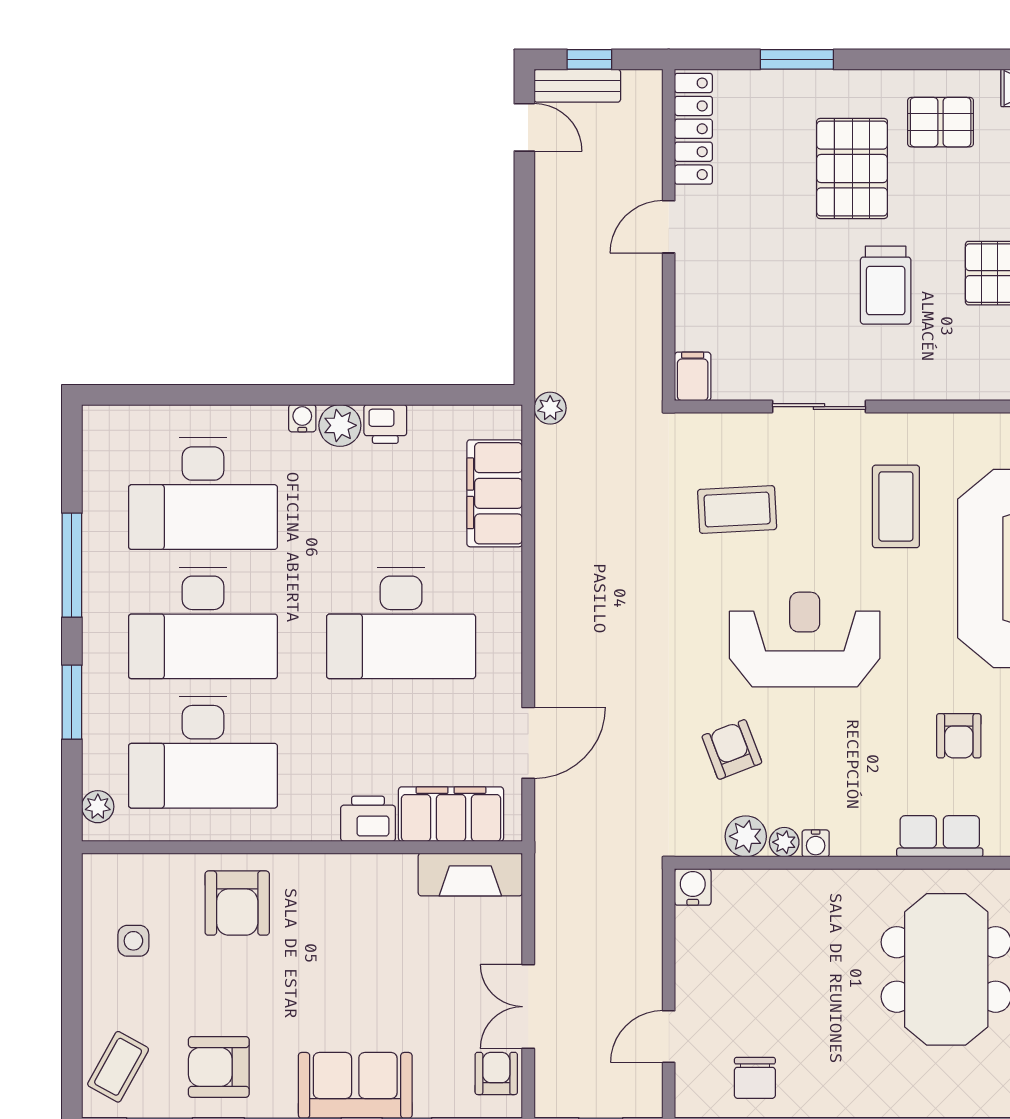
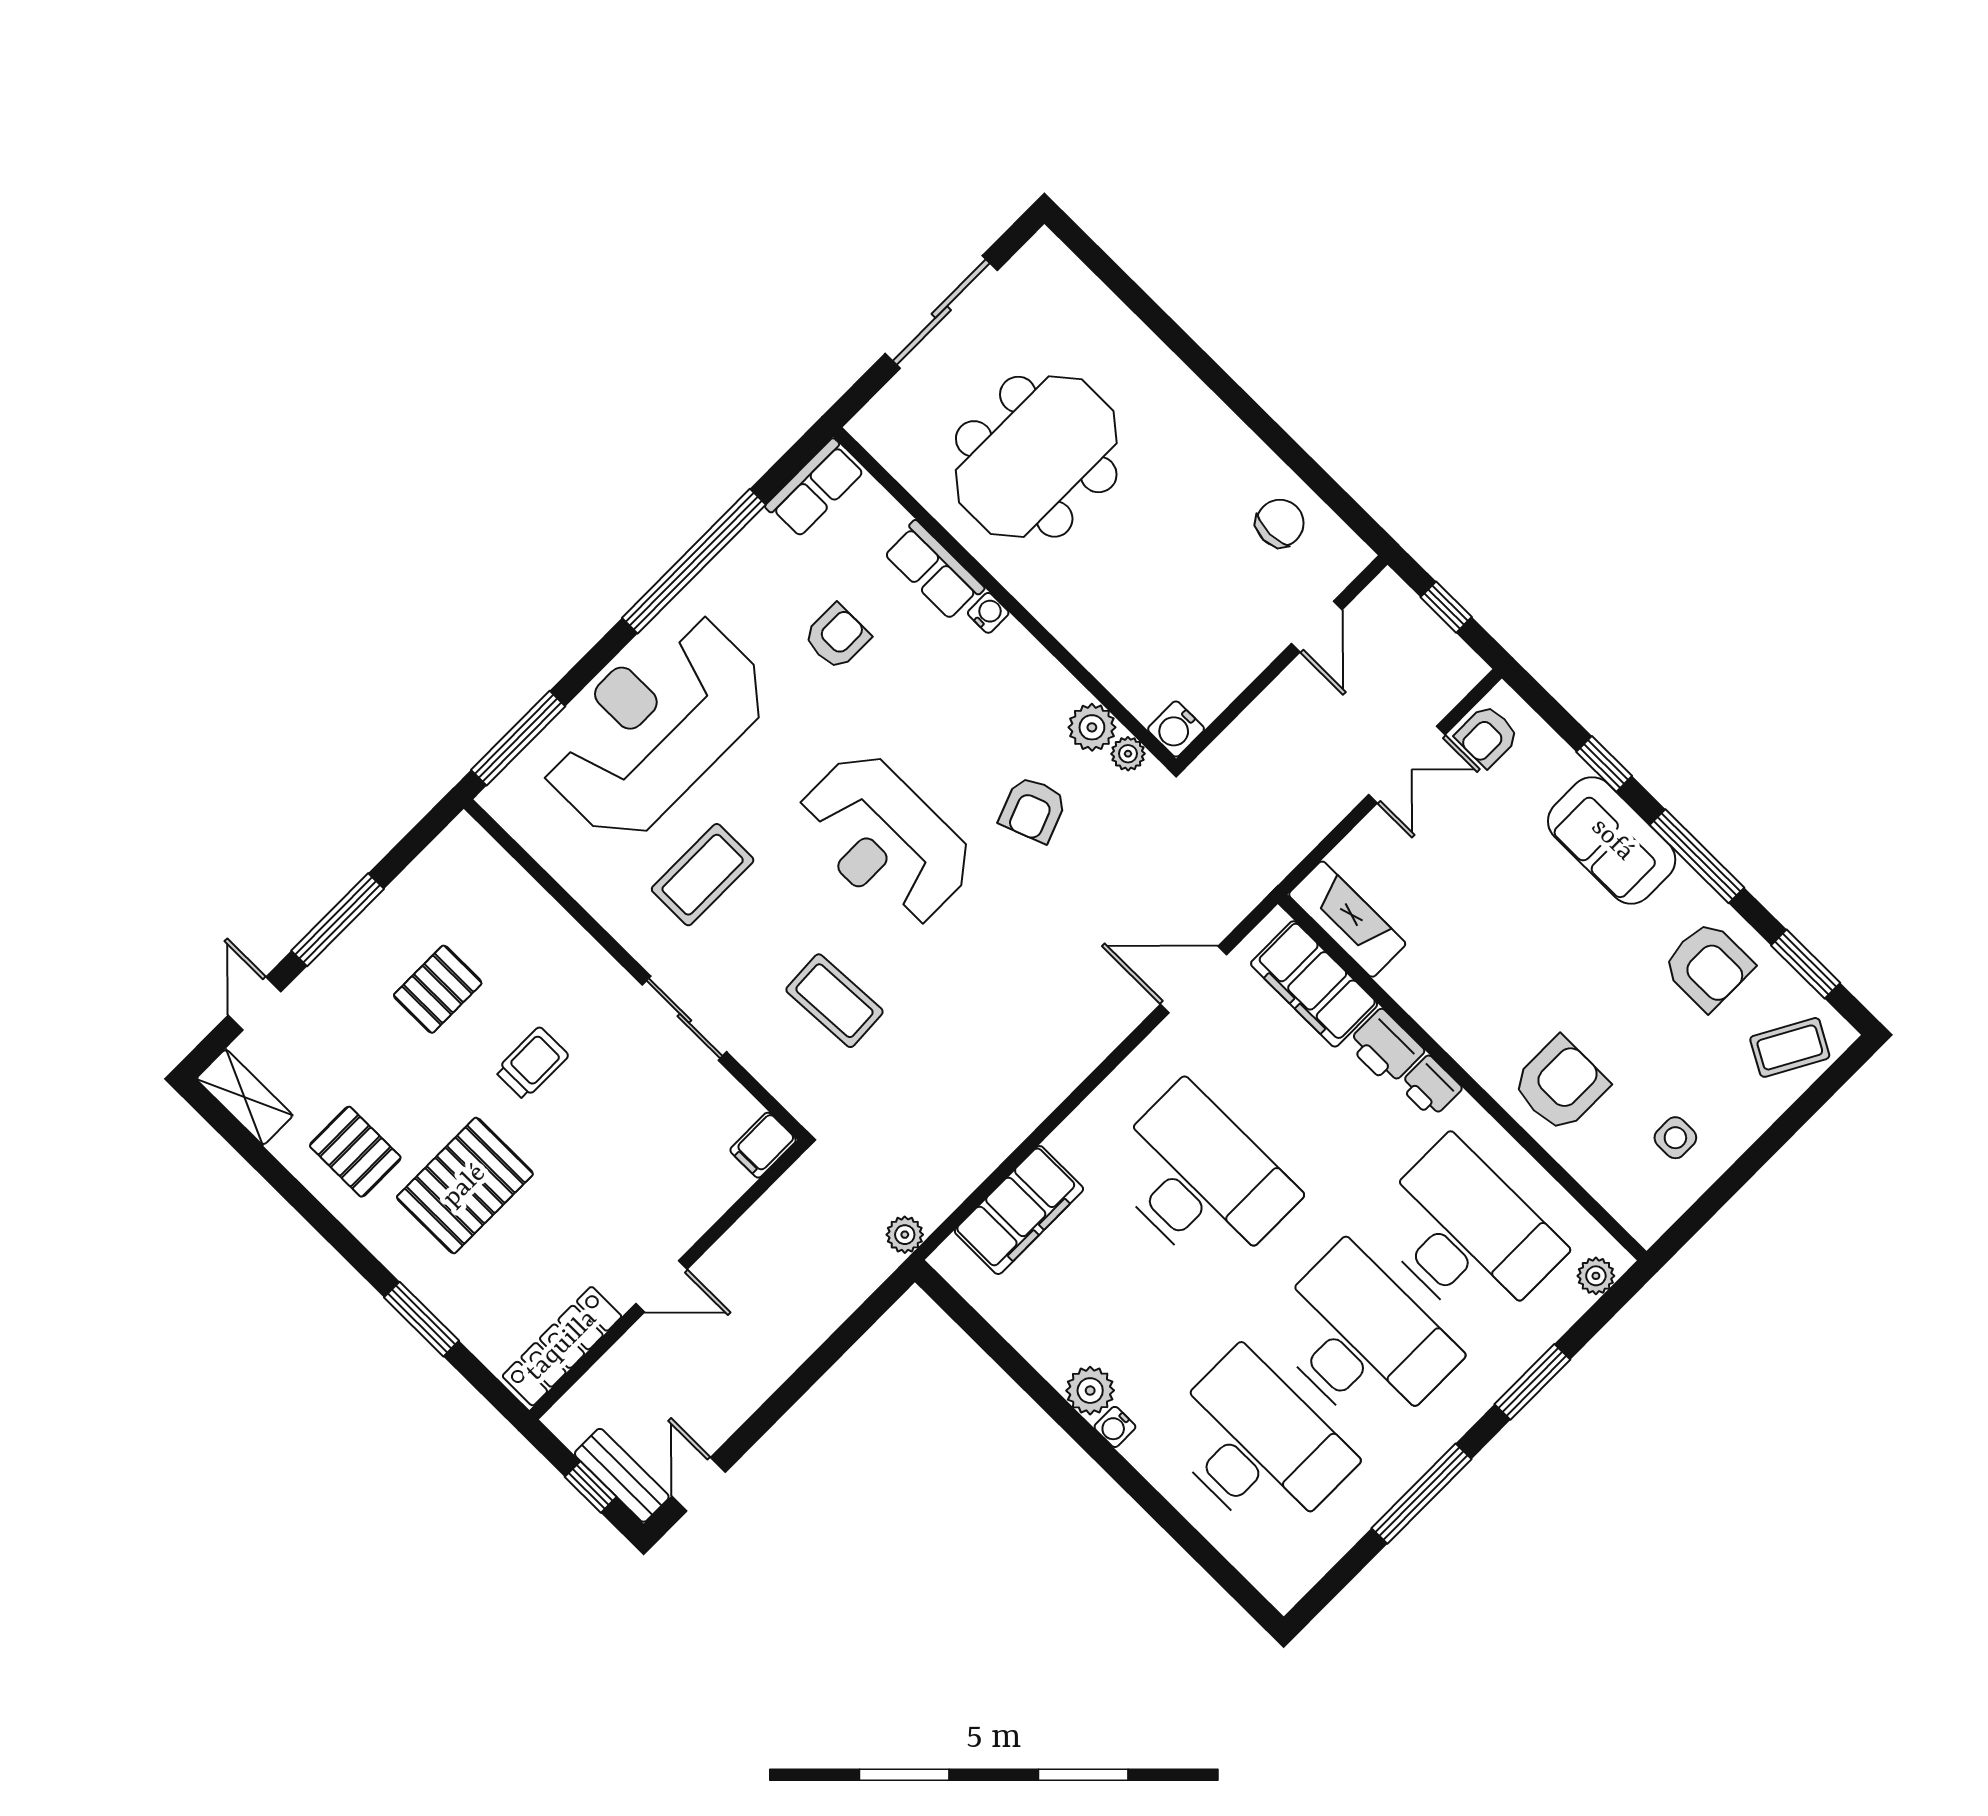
trolley: (886, 285) -> (532, 1063), width x0.73, depth x0.72
printer: (385, 424) -> (1430, 1087), moved, turned 180
plant: (784, 842) -> (1128, 754), moved
water cooler: (816, 843) -> (988, 613), moved
door: (669, 1037) -> (1317, 627), hinge flipped

